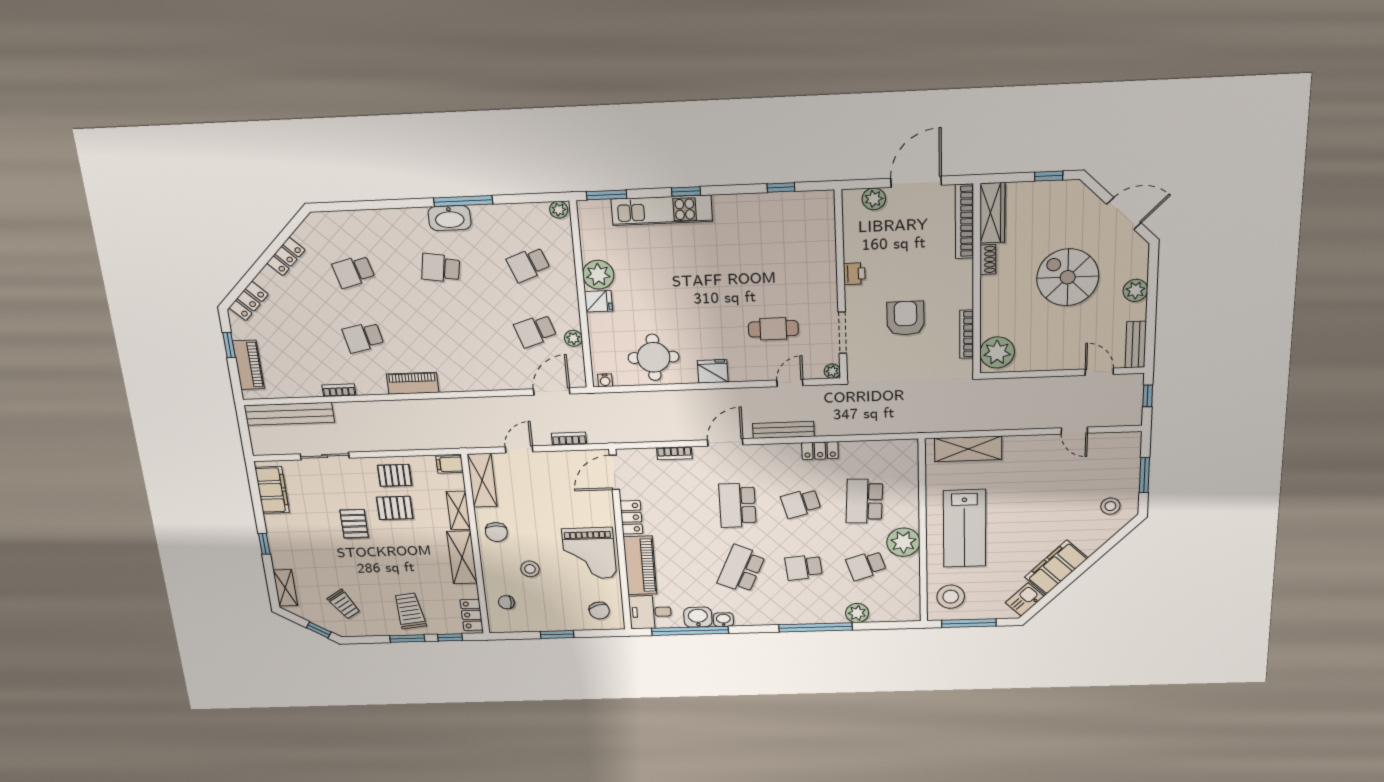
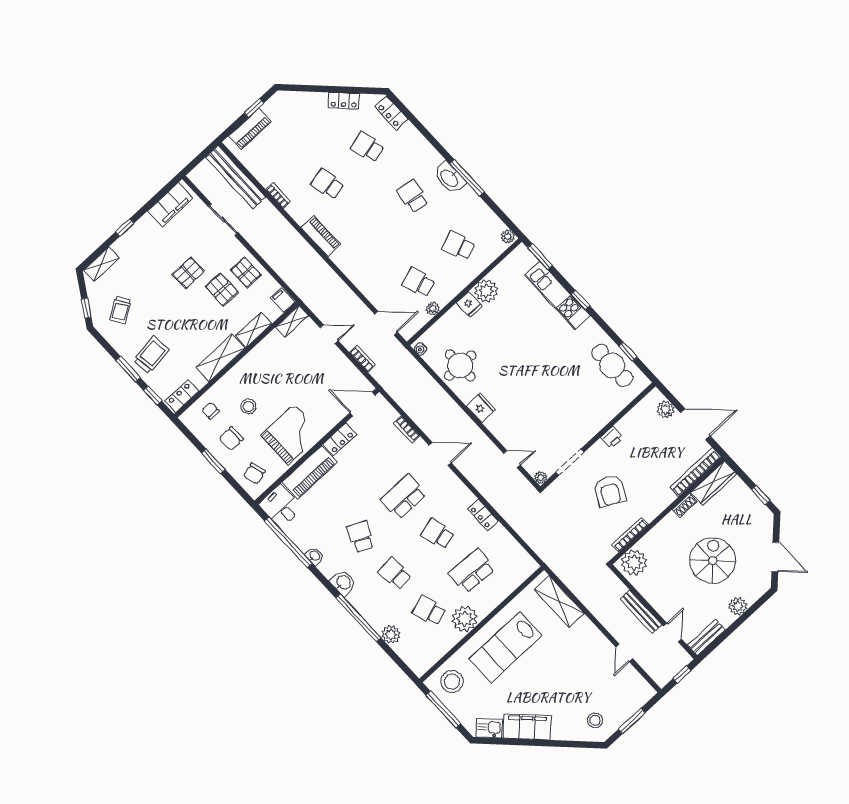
locker: (249, 301) -> (391, 113), moved, turned 45
armchair: (906, 318) -> (610, 491), turned 118
cafe table: (773, 329) -> (612, 365), moved, width x1.37, depth x1.35
bench: (783, 430) -> (641, 612), moved
shelving: (482, 480) -> (292, 321), width x0.67, depth x0.75
chair: (496, 532) -> (231, 439), moved
grand piano: (589, 553) -> (291, 434), turned 180
school desk: (741, 569) -> (361, 537), width x0.54
washbasin: (698, 617) -> (343, 583), moved

